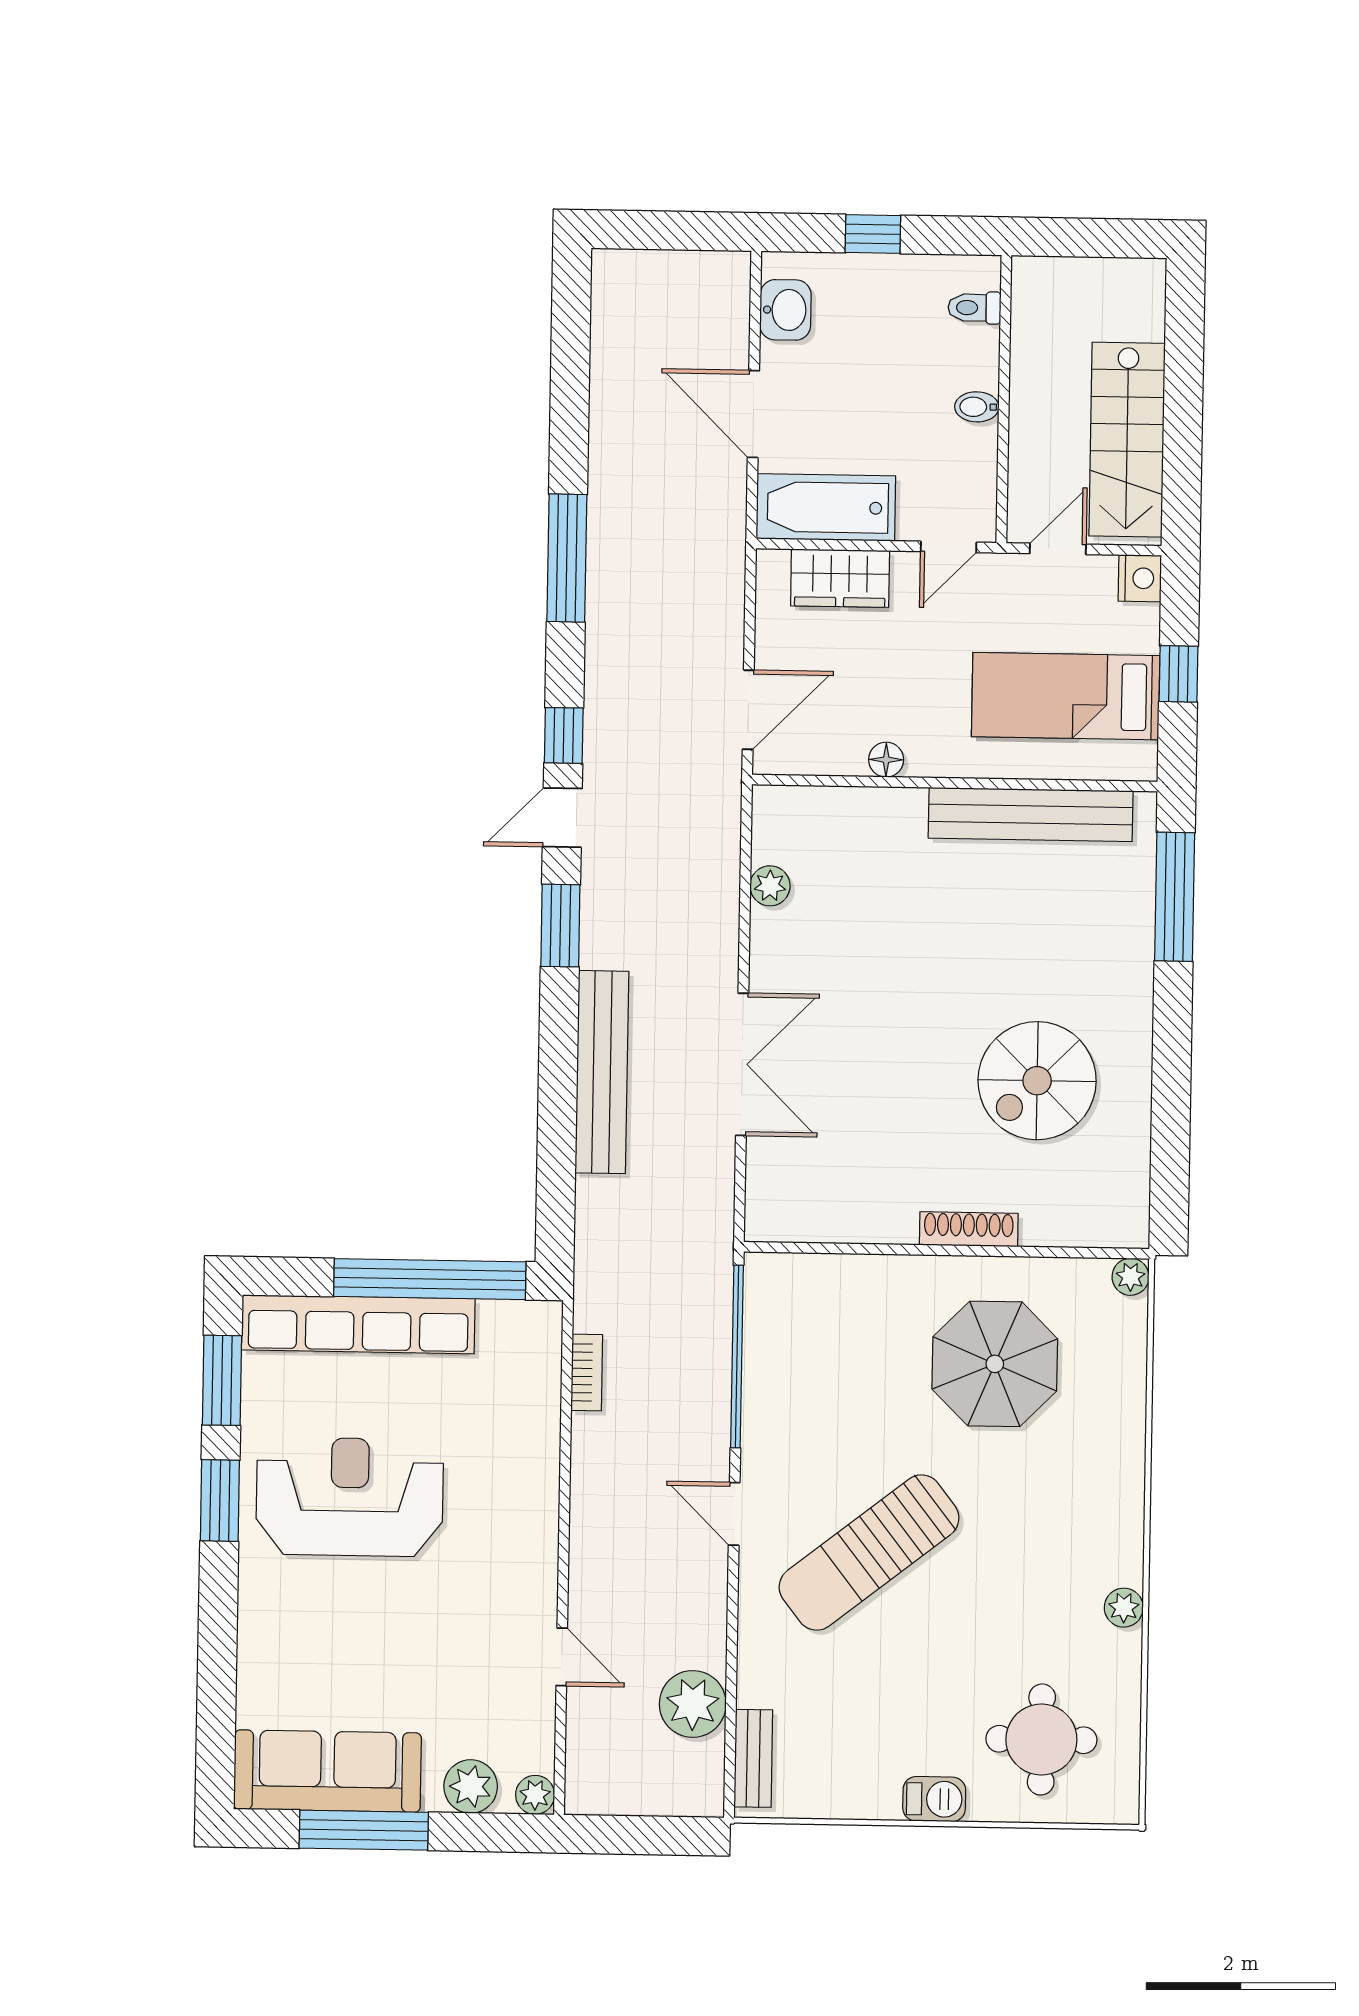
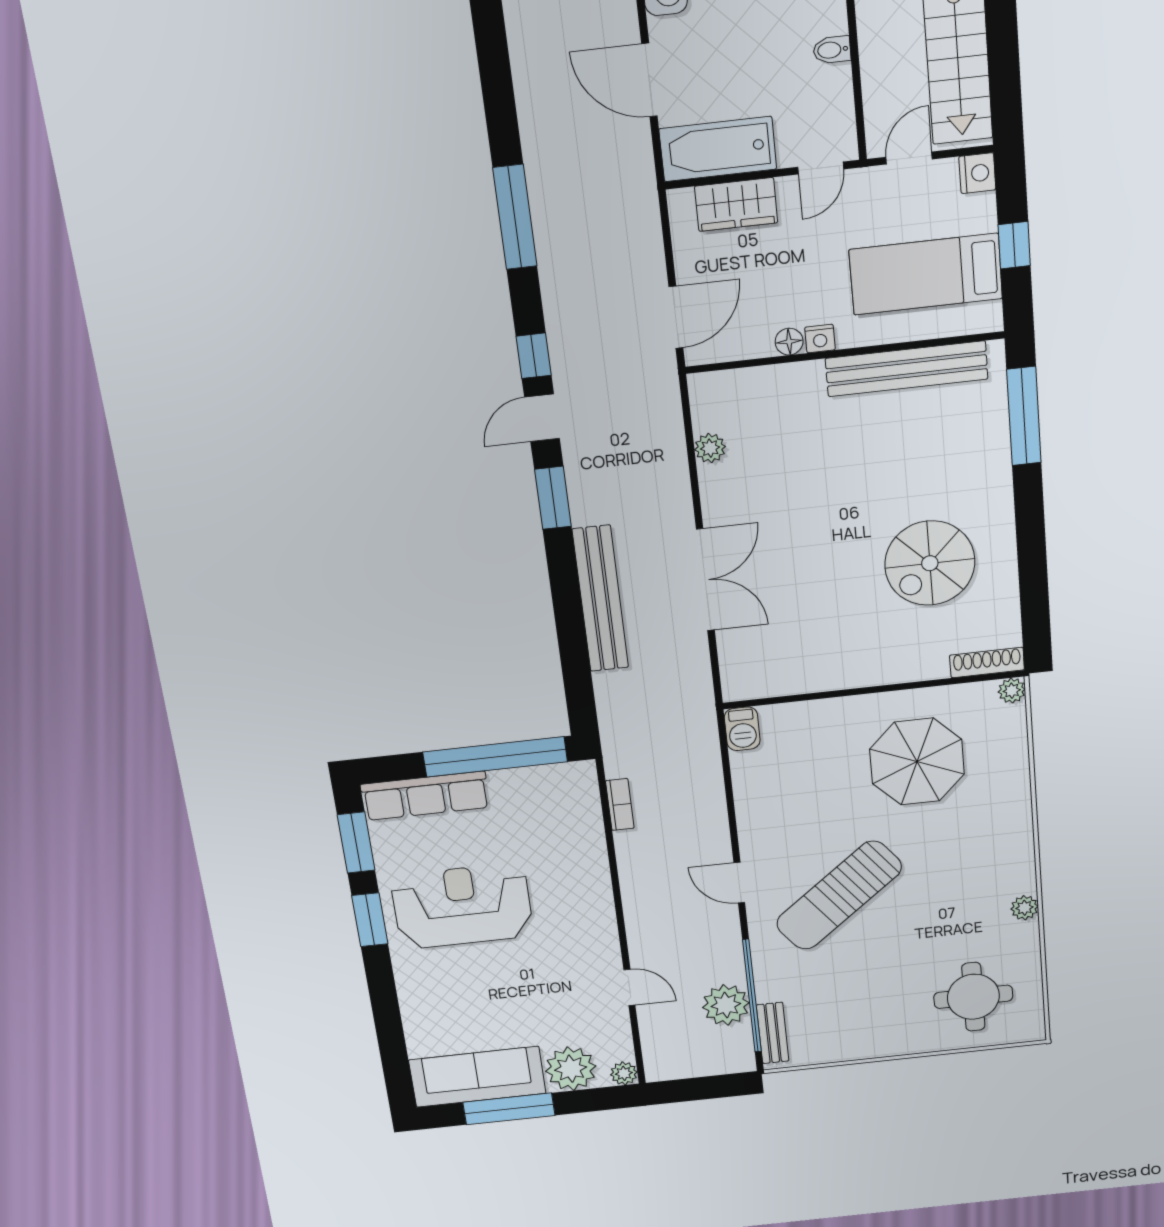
nightstand: (925, 761) -> (820, 339), added
shoe rack: (969, 1229) -> (987, 663), moved
row of seats: (358, 1324) -> (425, 796), width x0.73
window: (737, 1357) -> (752, 996), moved
plant: (471, 1786) -> (571, 1069), width x1.36, depth x1.36
barbecue: (934, 1799) -> (742, 729), moved, turned 90

